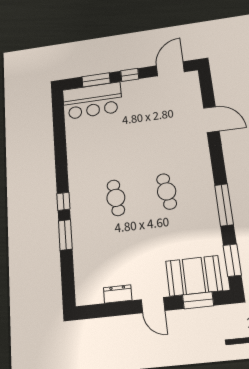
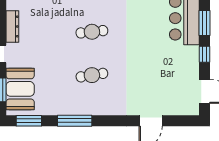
dresser: (118, 294) -> (12, 26), width x1.44

